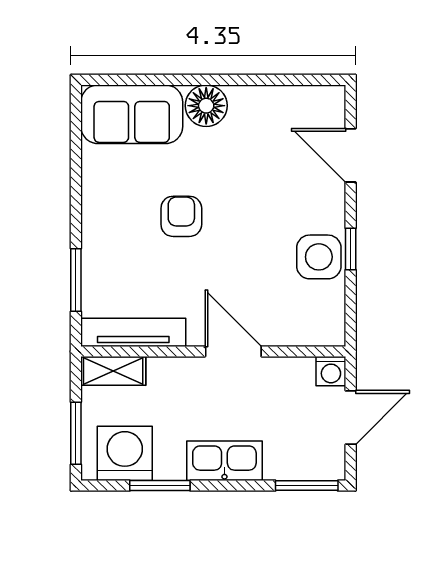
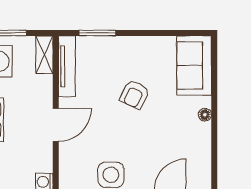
floor lamp: (206, 106) -> (205, 115), width x0.53, depth x0.53
armchair: (181, 216) -> (135, 94), turned 116

